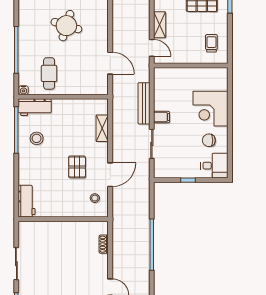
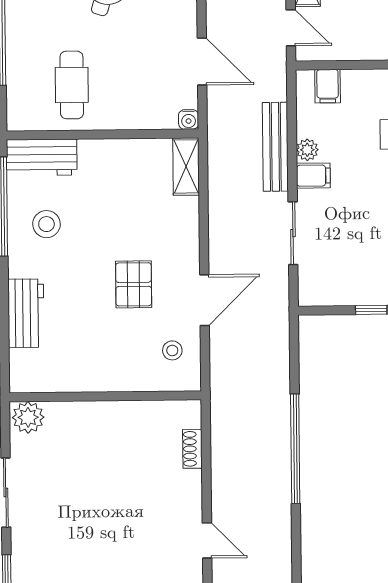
filing cabinet: (169, 75) -> (328, 86), added
water cooler: (24, 90) -> (189, 119), moved
plant: (159, 105) -> (307, 150), added
shelving: (102, 128) -> (186, 166), moved
workbench: (27, 201) -> (26, 313), moved
plant: (27, 229) -> (28, 417), added

